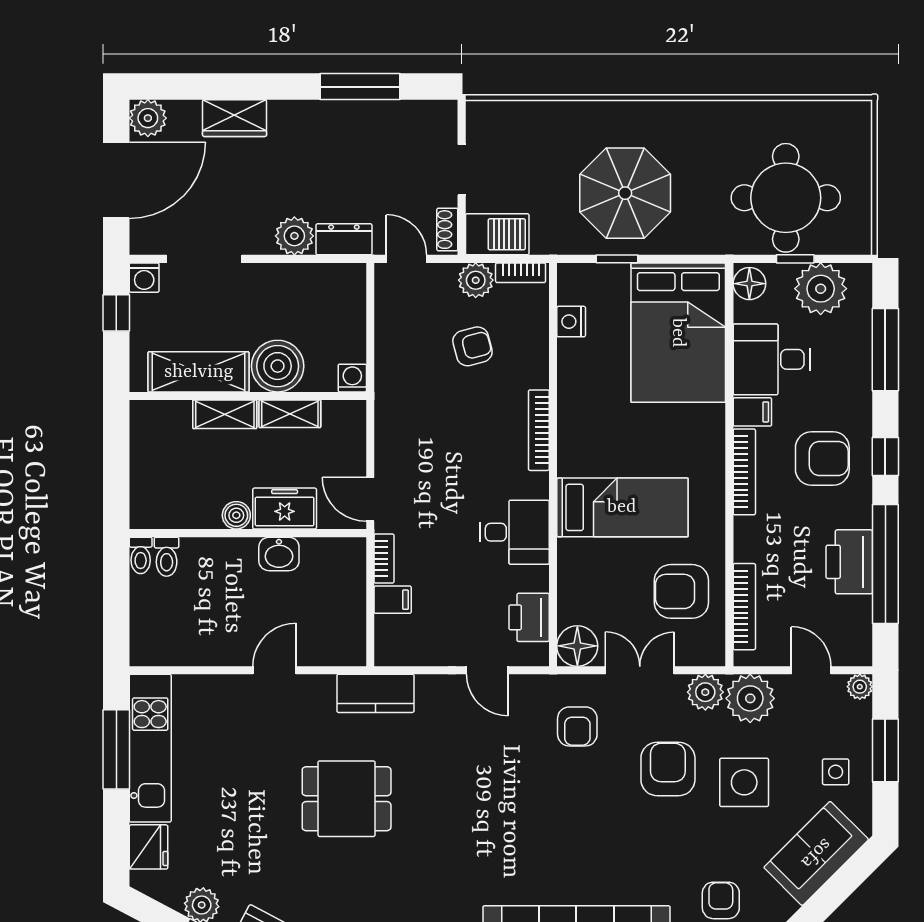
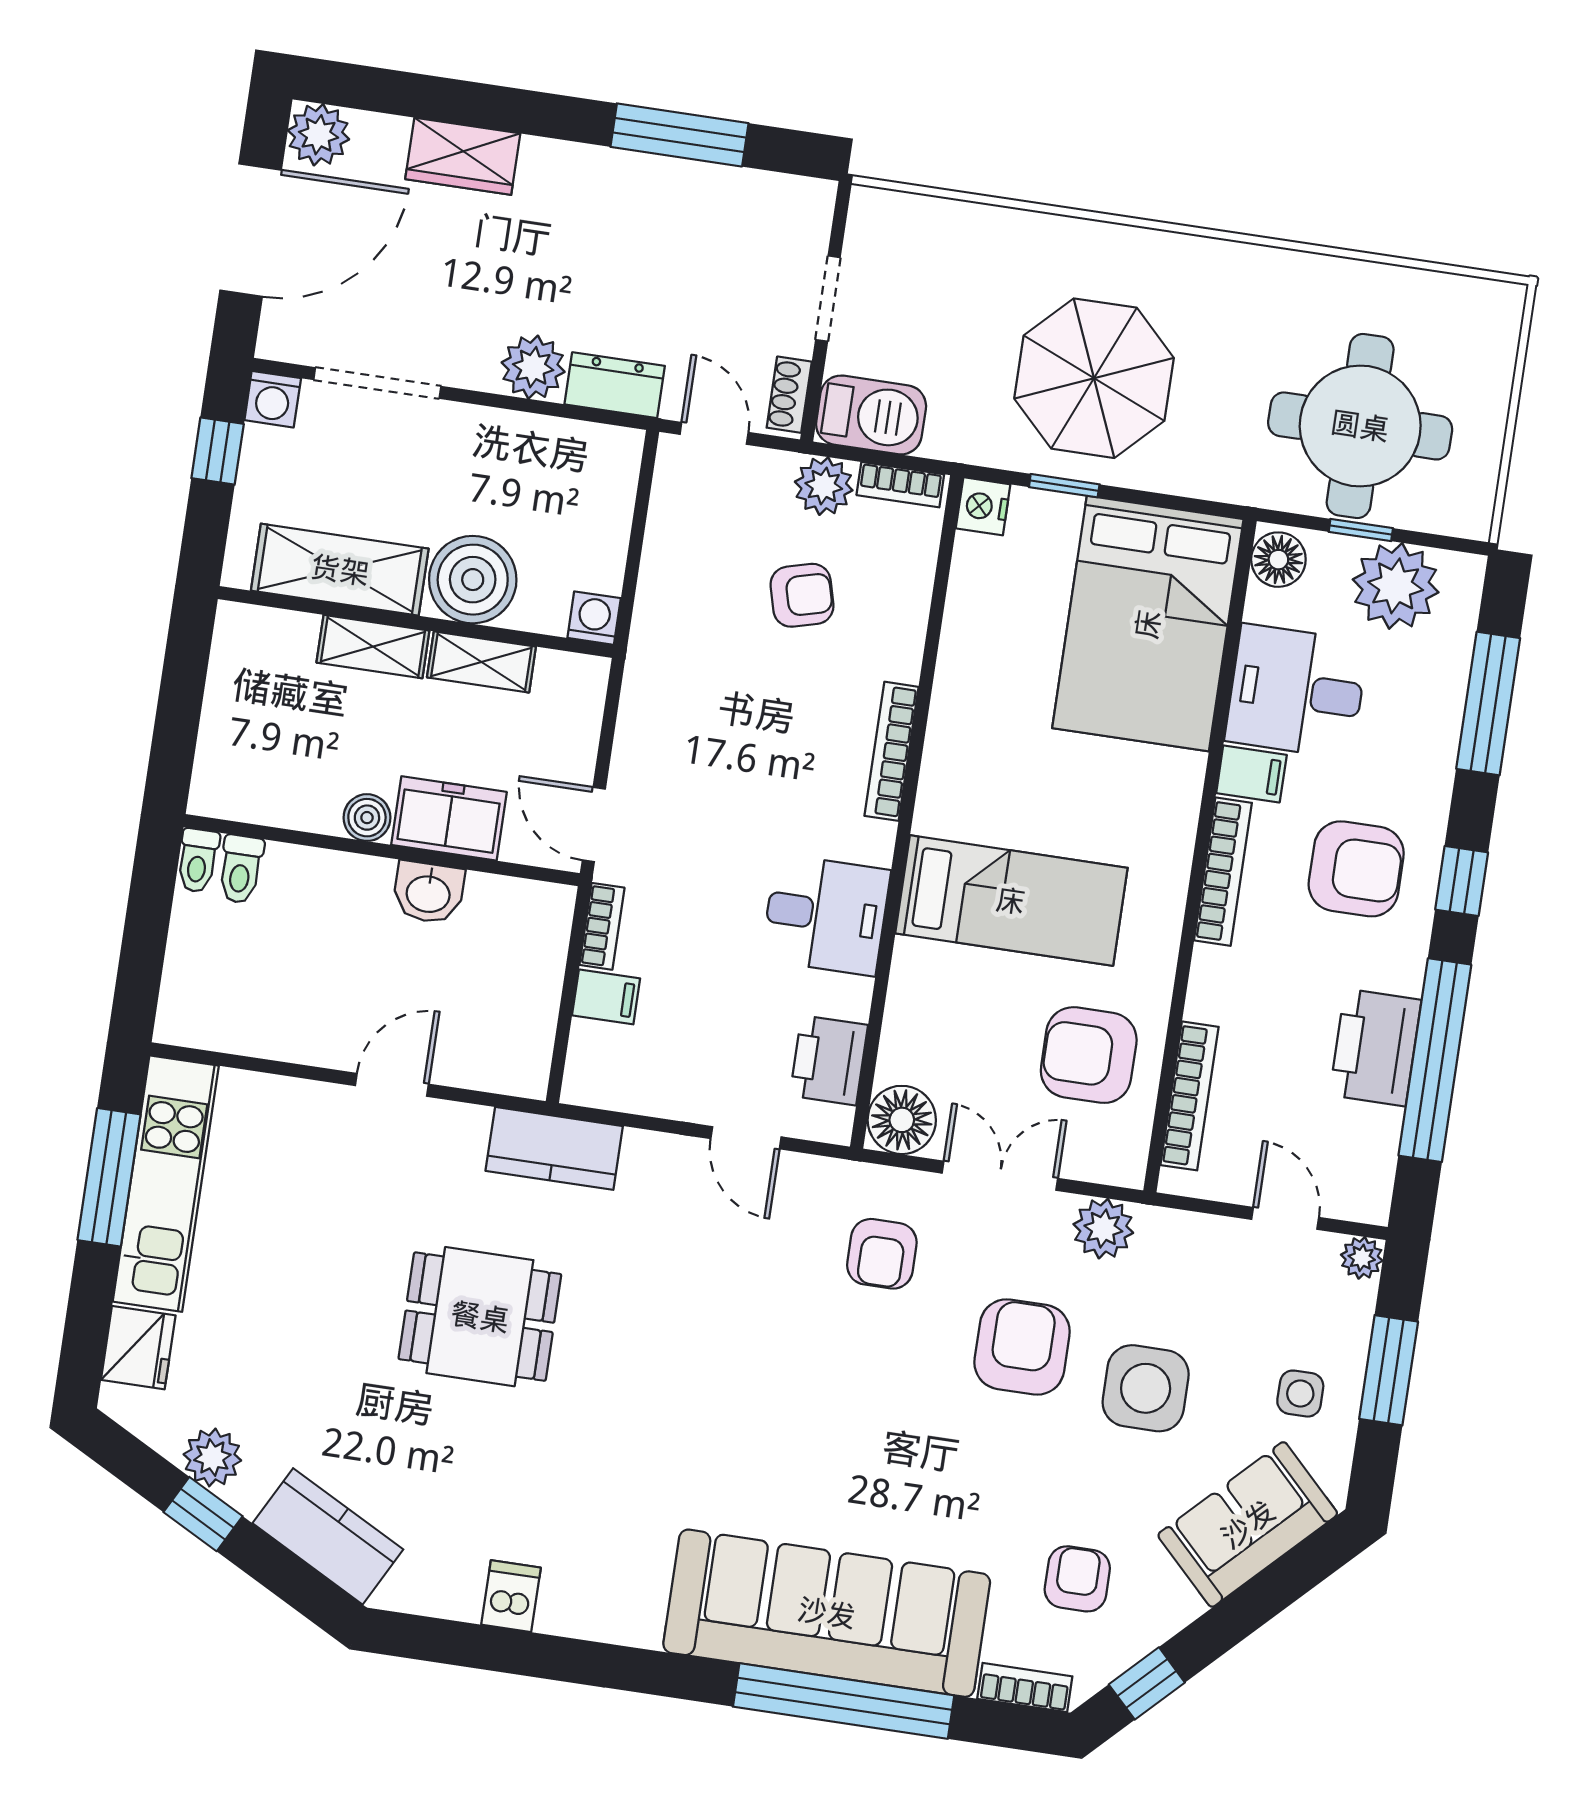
nightstand: (571, 322) -> (983, 506), moved
plant: (750, 698) -> (1176, 1250), removed

